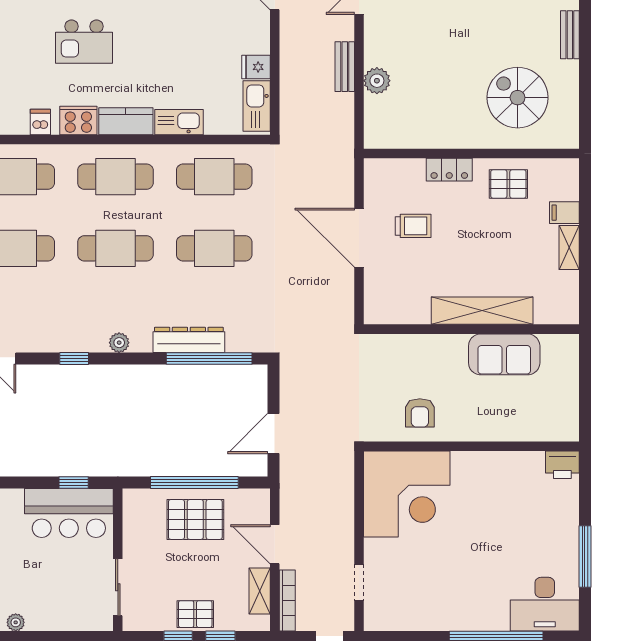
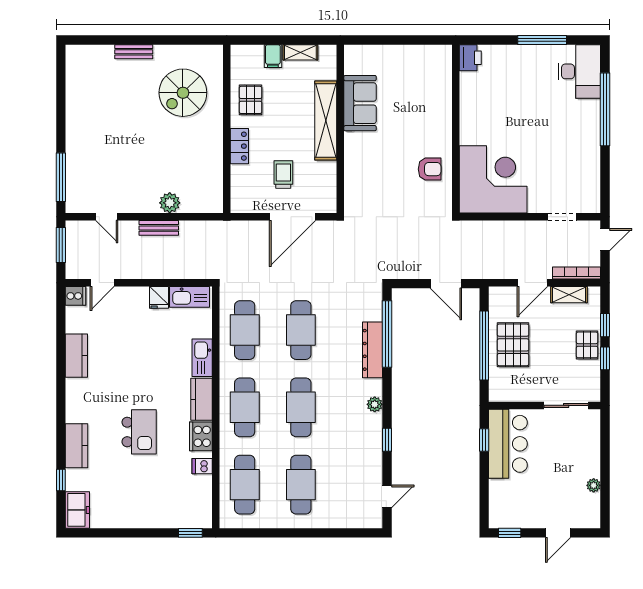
shelving: (482, 311) -> (326, 121), moved
wall: (471, 329) -> (340, 129), moved
sofa: (504, 354) -> (360, 103), moved

